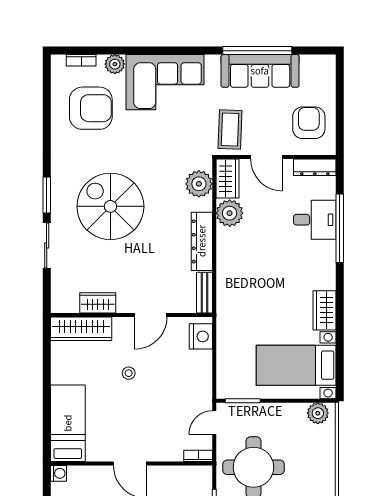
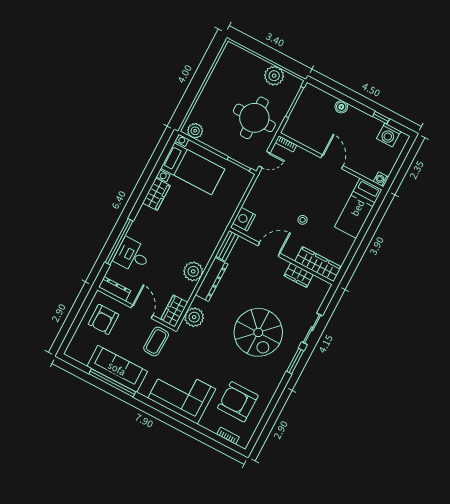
plant: (115, 64) -> (208, 422), removed
plant: (230, 213) -> (193, 271), moved

